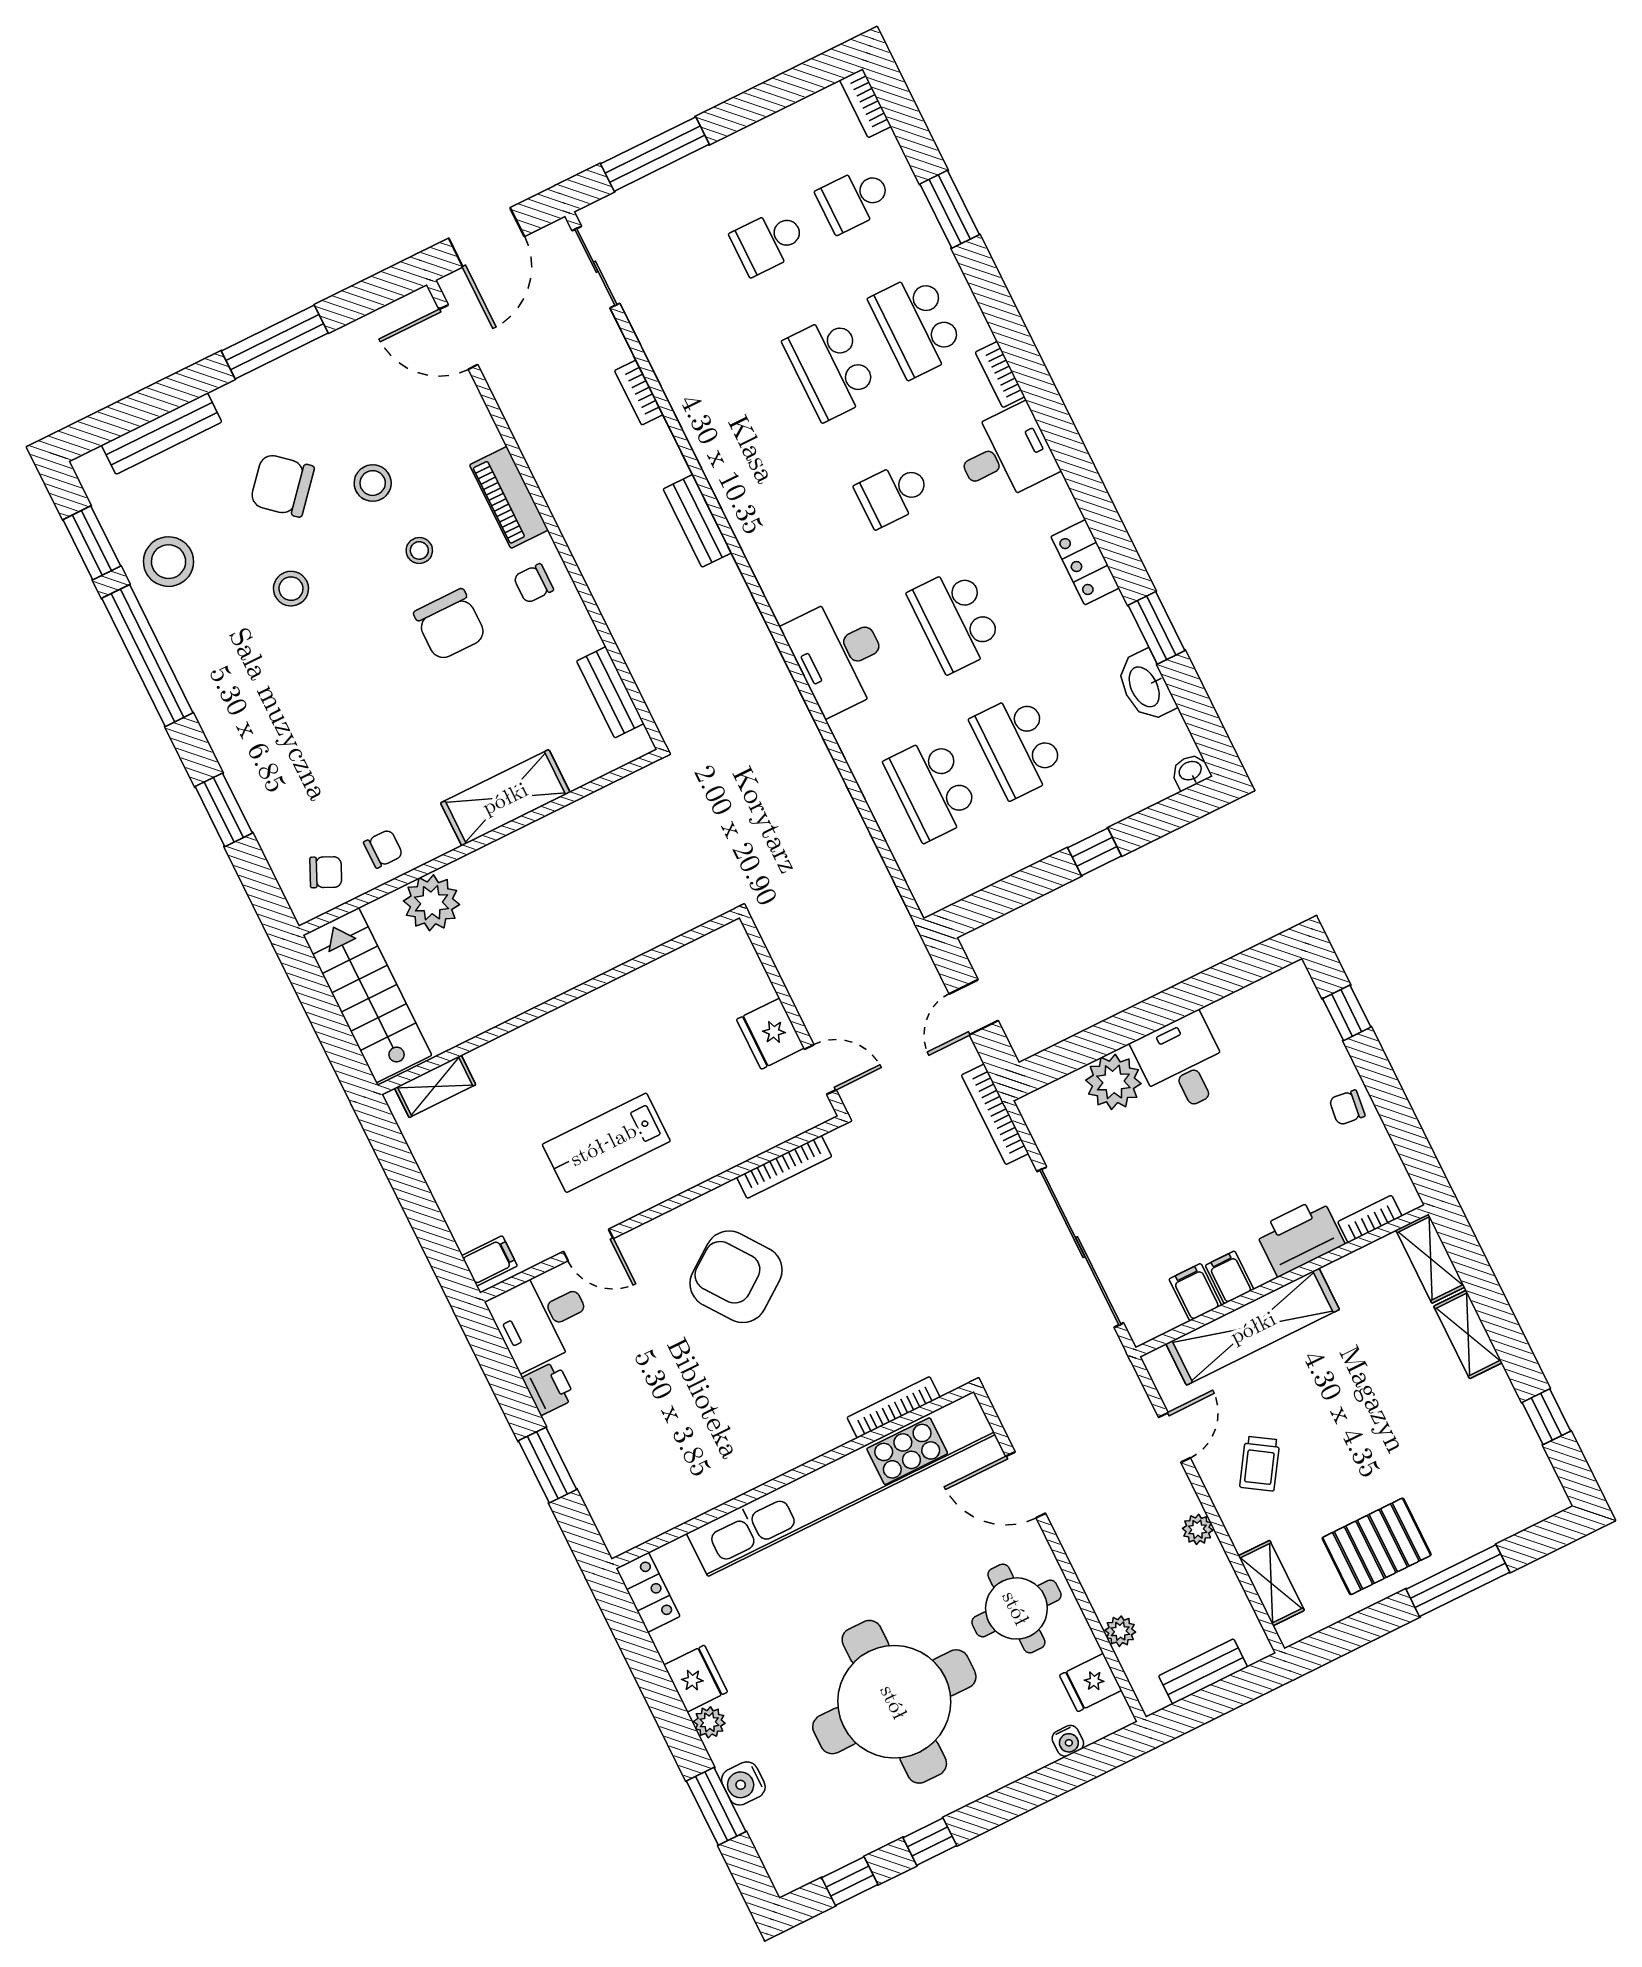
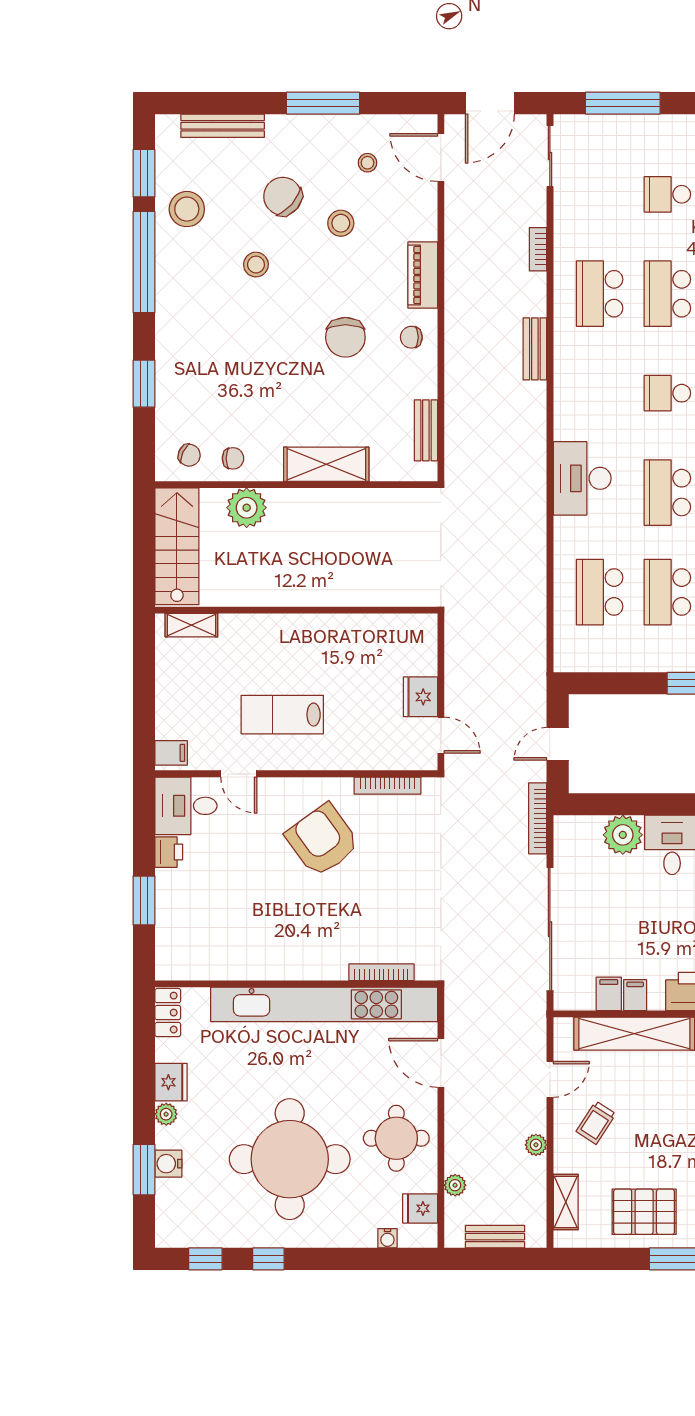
school desk: (745, 410) -> (600, 294), added
stool: (419, 550) -> (367, 163), moved

